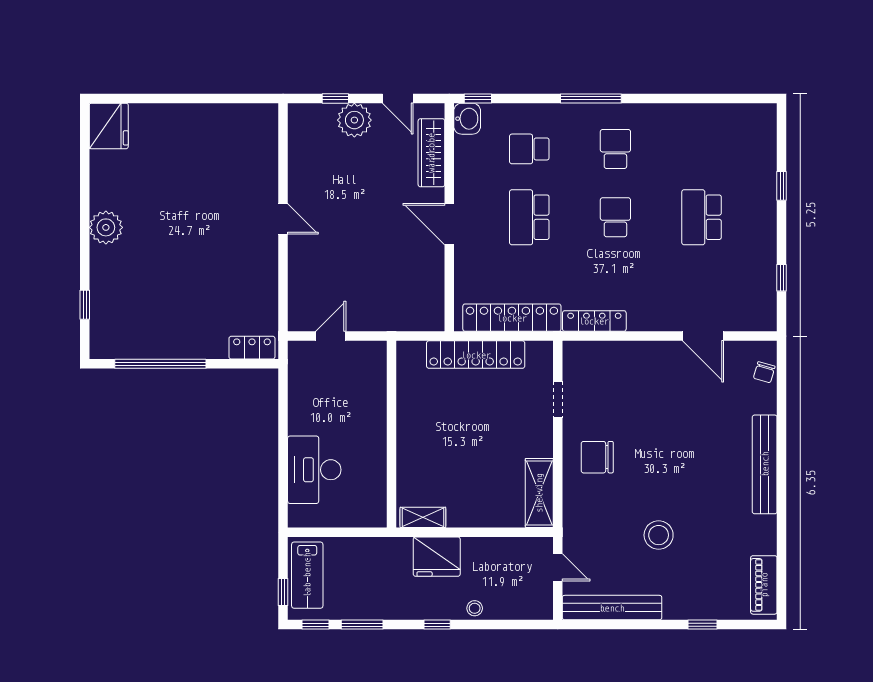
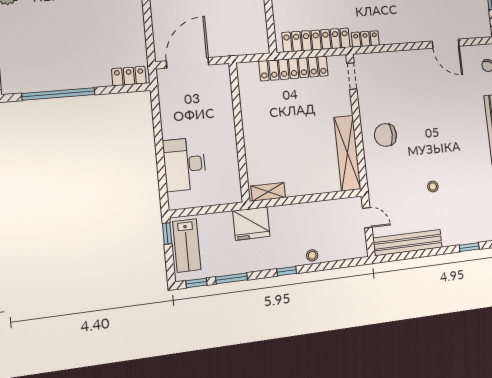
locker: (594, 321) -> (365, 39), width x0.66
door: (331, 336) -> (188, 63), width x1.88
doorway: (558, 400) -> (352, 76), moved
shelving: (539, 493) -> (347, 153), width x1.47
stool: (659, 535) -> (433, 186), width x0.53, depth x0.53
fridge: (437, 557) -> (251, 224), moved
window: (283, 592) -> (167, 234), moved

